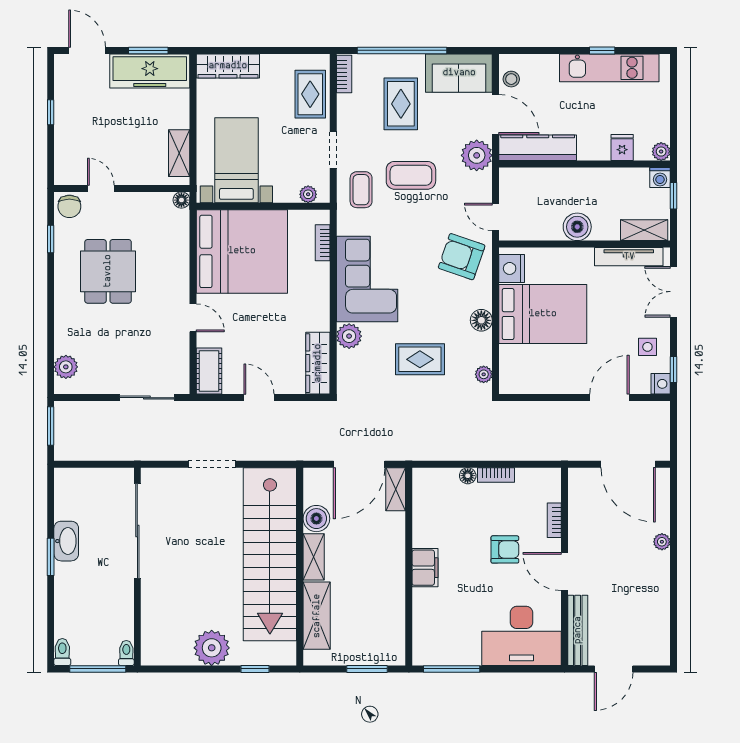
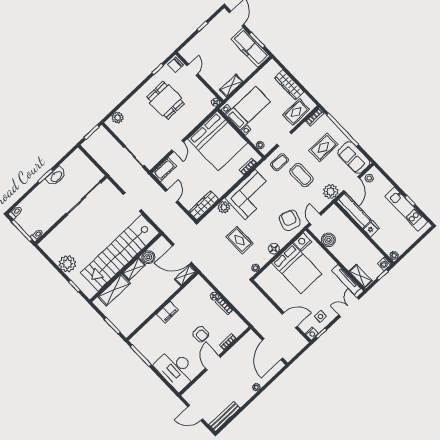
wardrobe: (228, 66) -> (289, 85), moved
fridge: (622, 148) -> (371, 229), moved
boiler: (577, 227) -> (328, 240), moved
dining table: (108, 271) -> (166, 100), turned 90
bench: (578, 630) -> (225, 416), moved

